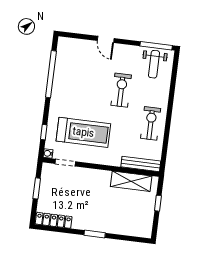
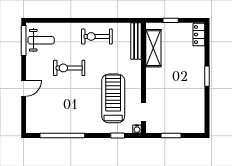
locker: (54, 220) -> (199, 35), moved, width x0.66

